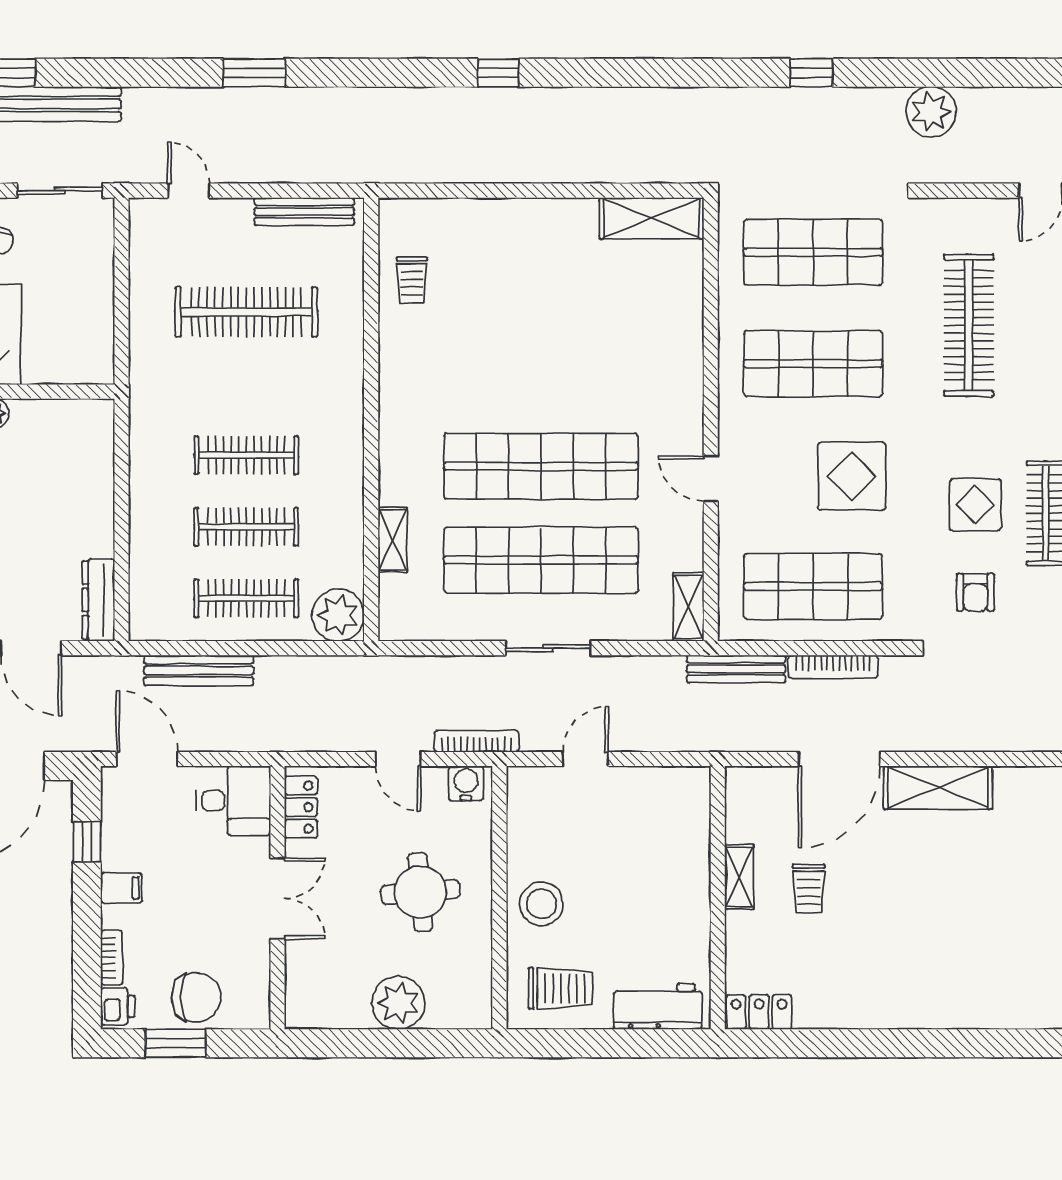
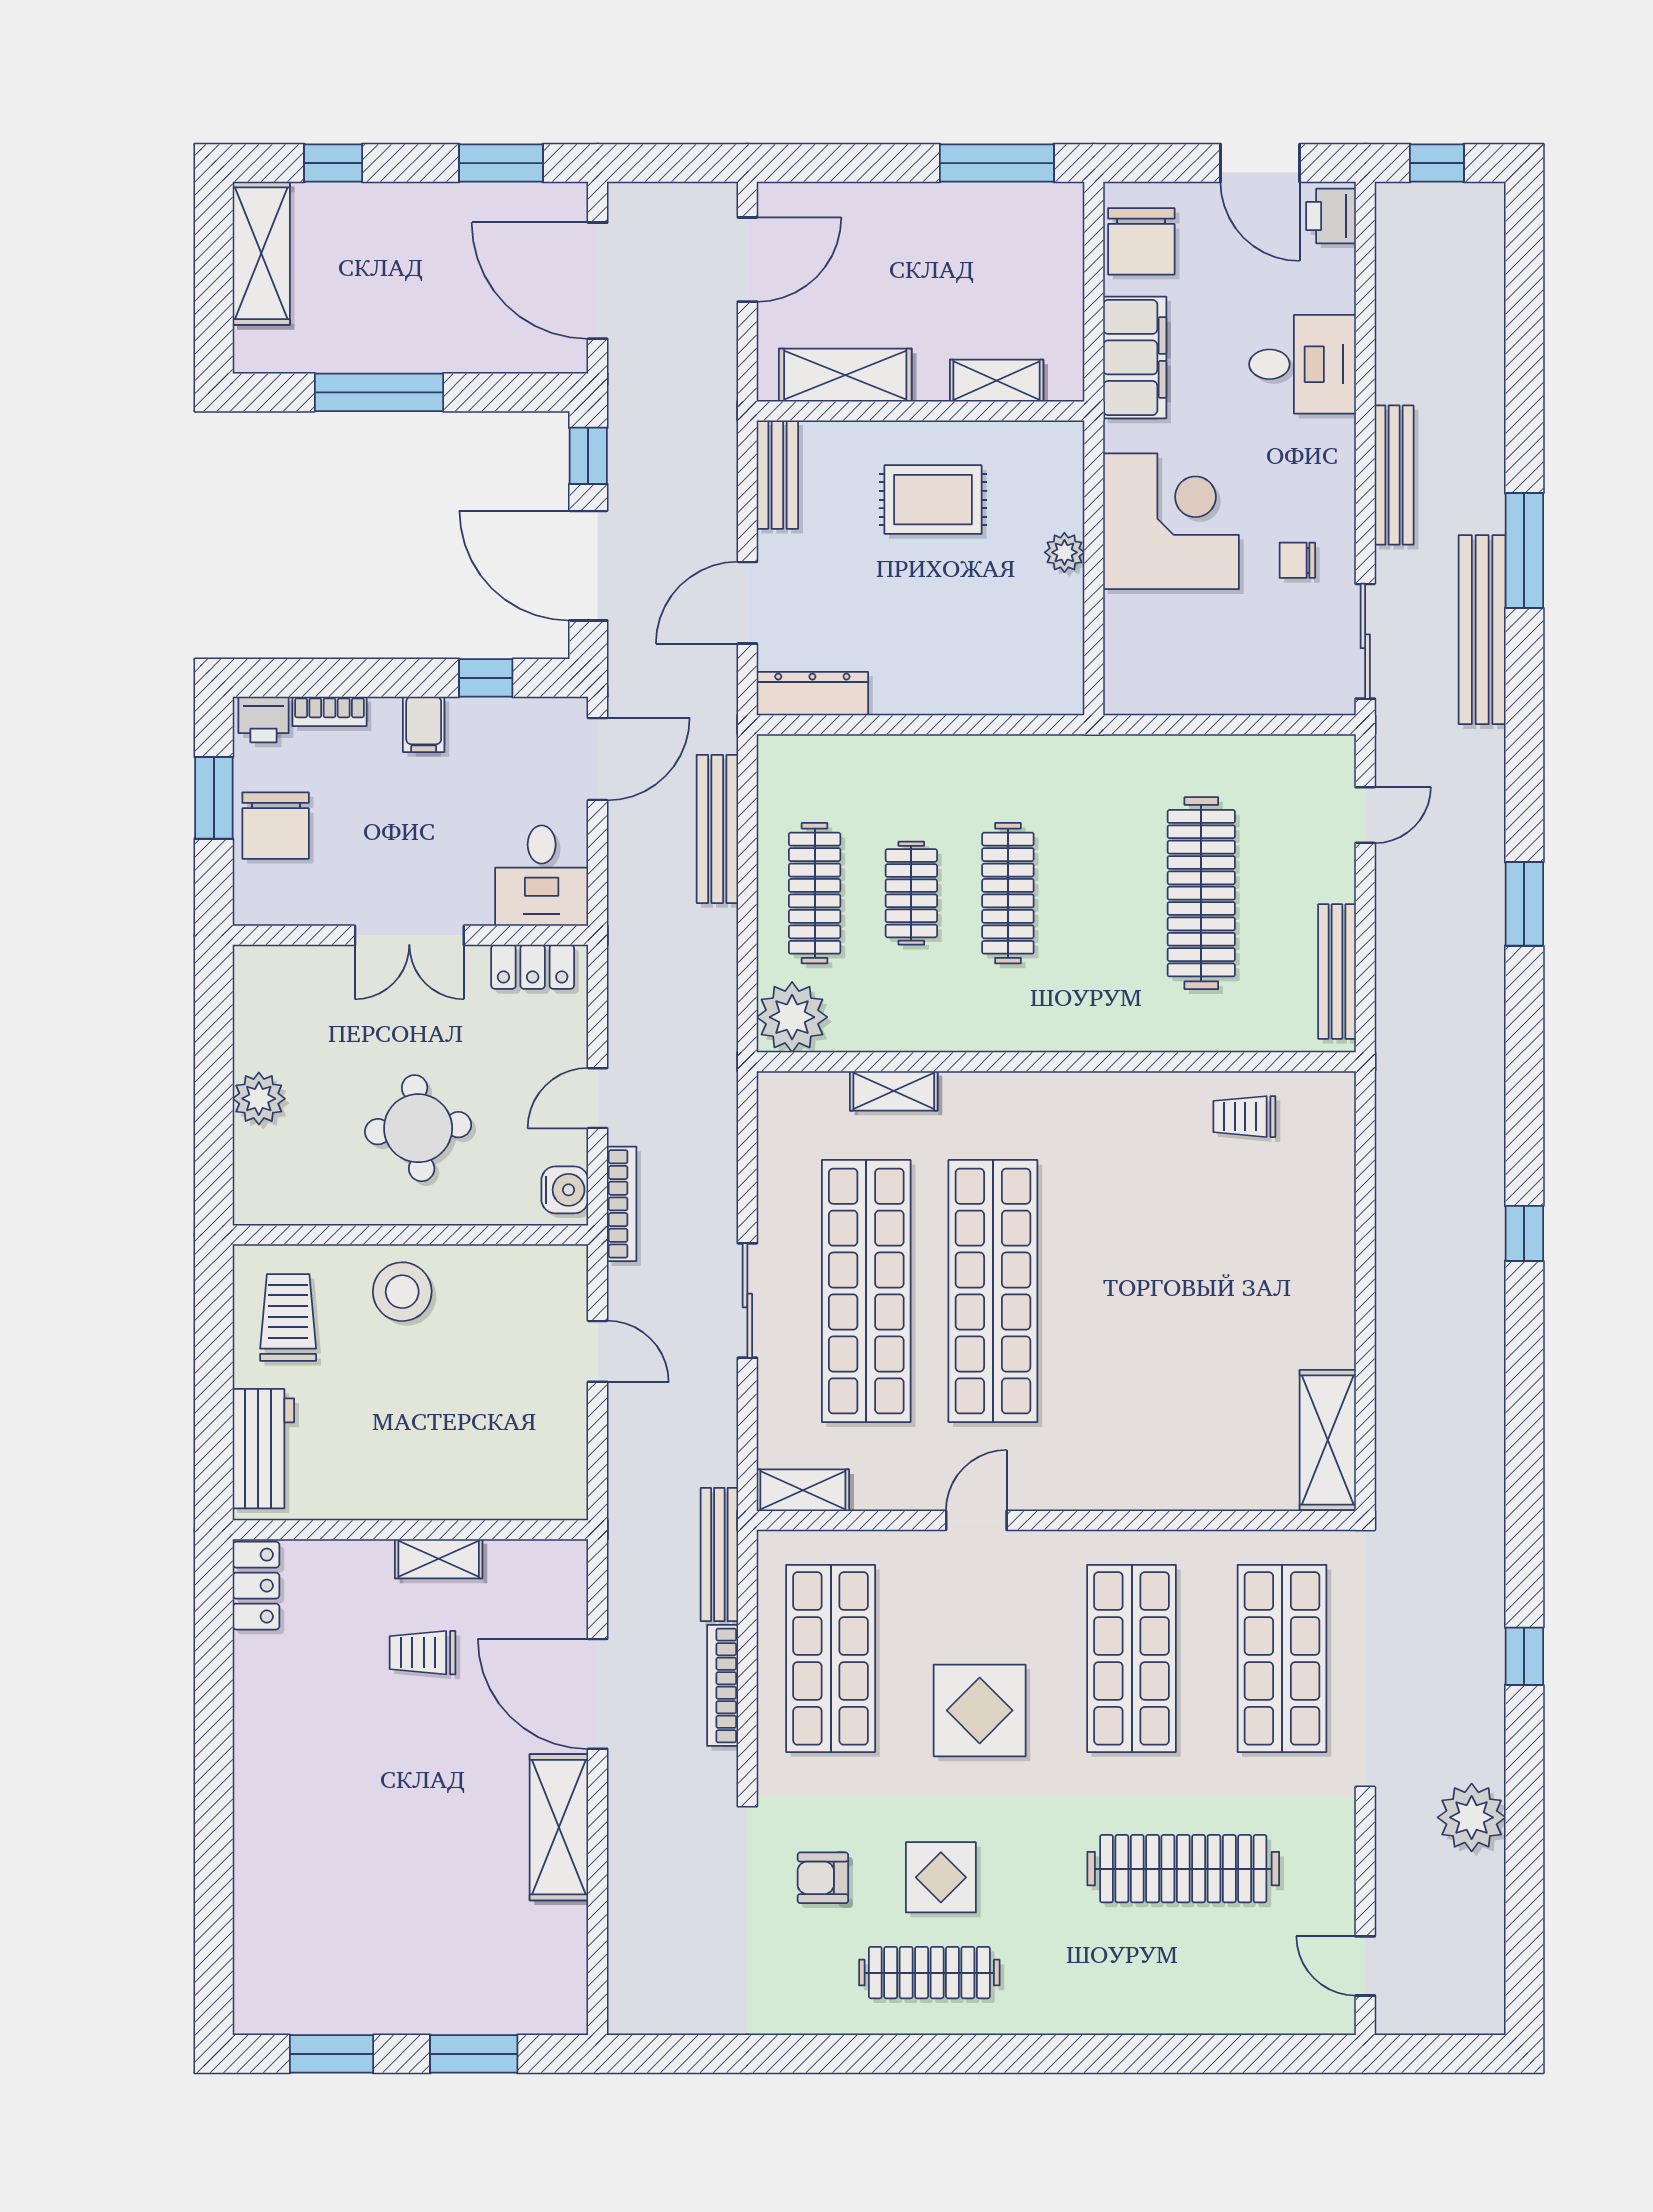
clothes rail: (246, 527) -> (911, 893), width x0.73
trolley: (560, 988) -> (288, 1317), turned 180
plant: (398, 1003) -> (259, 1099), width x0.73, depth x0.73

